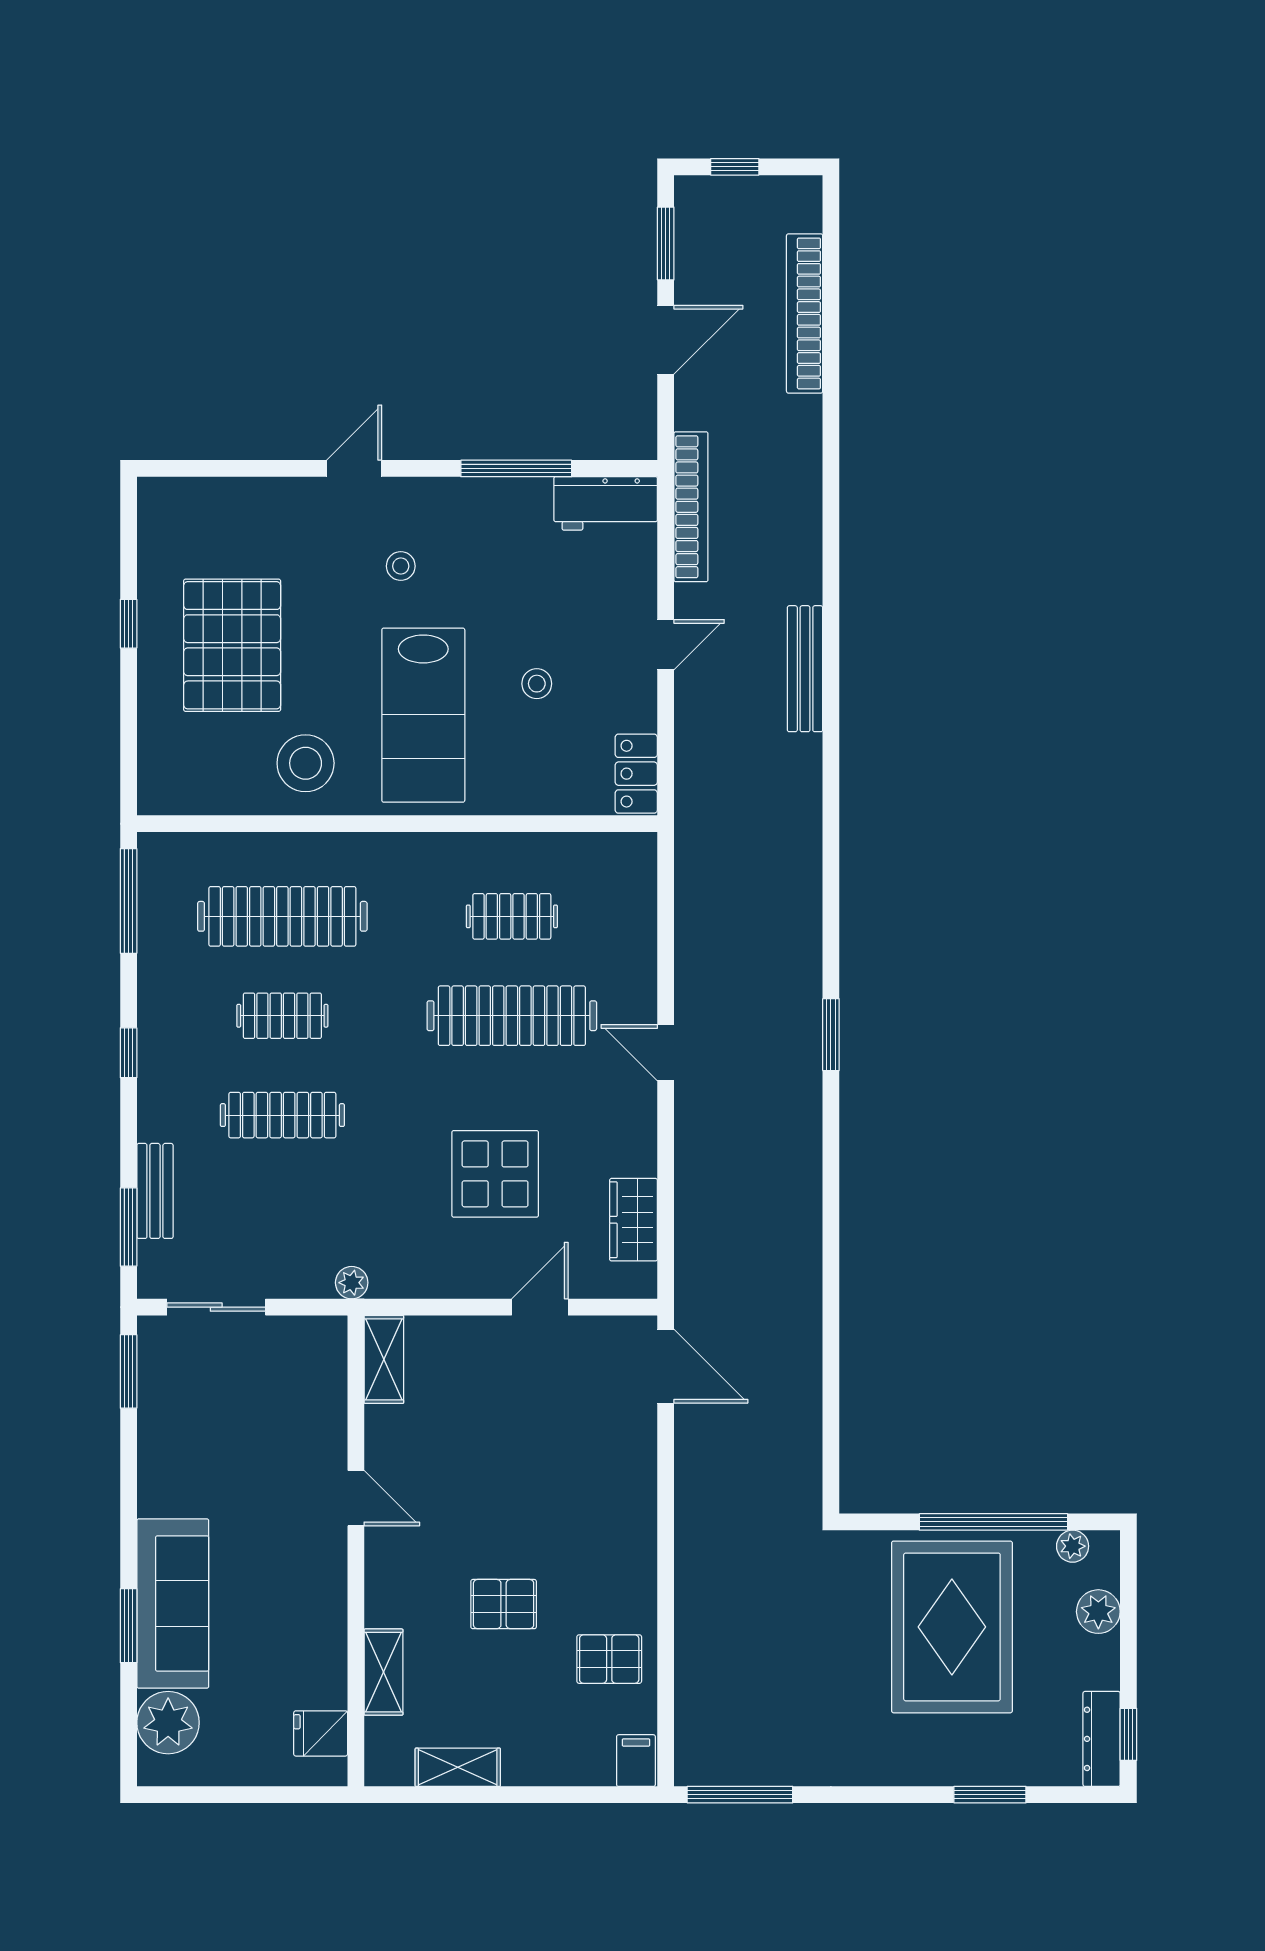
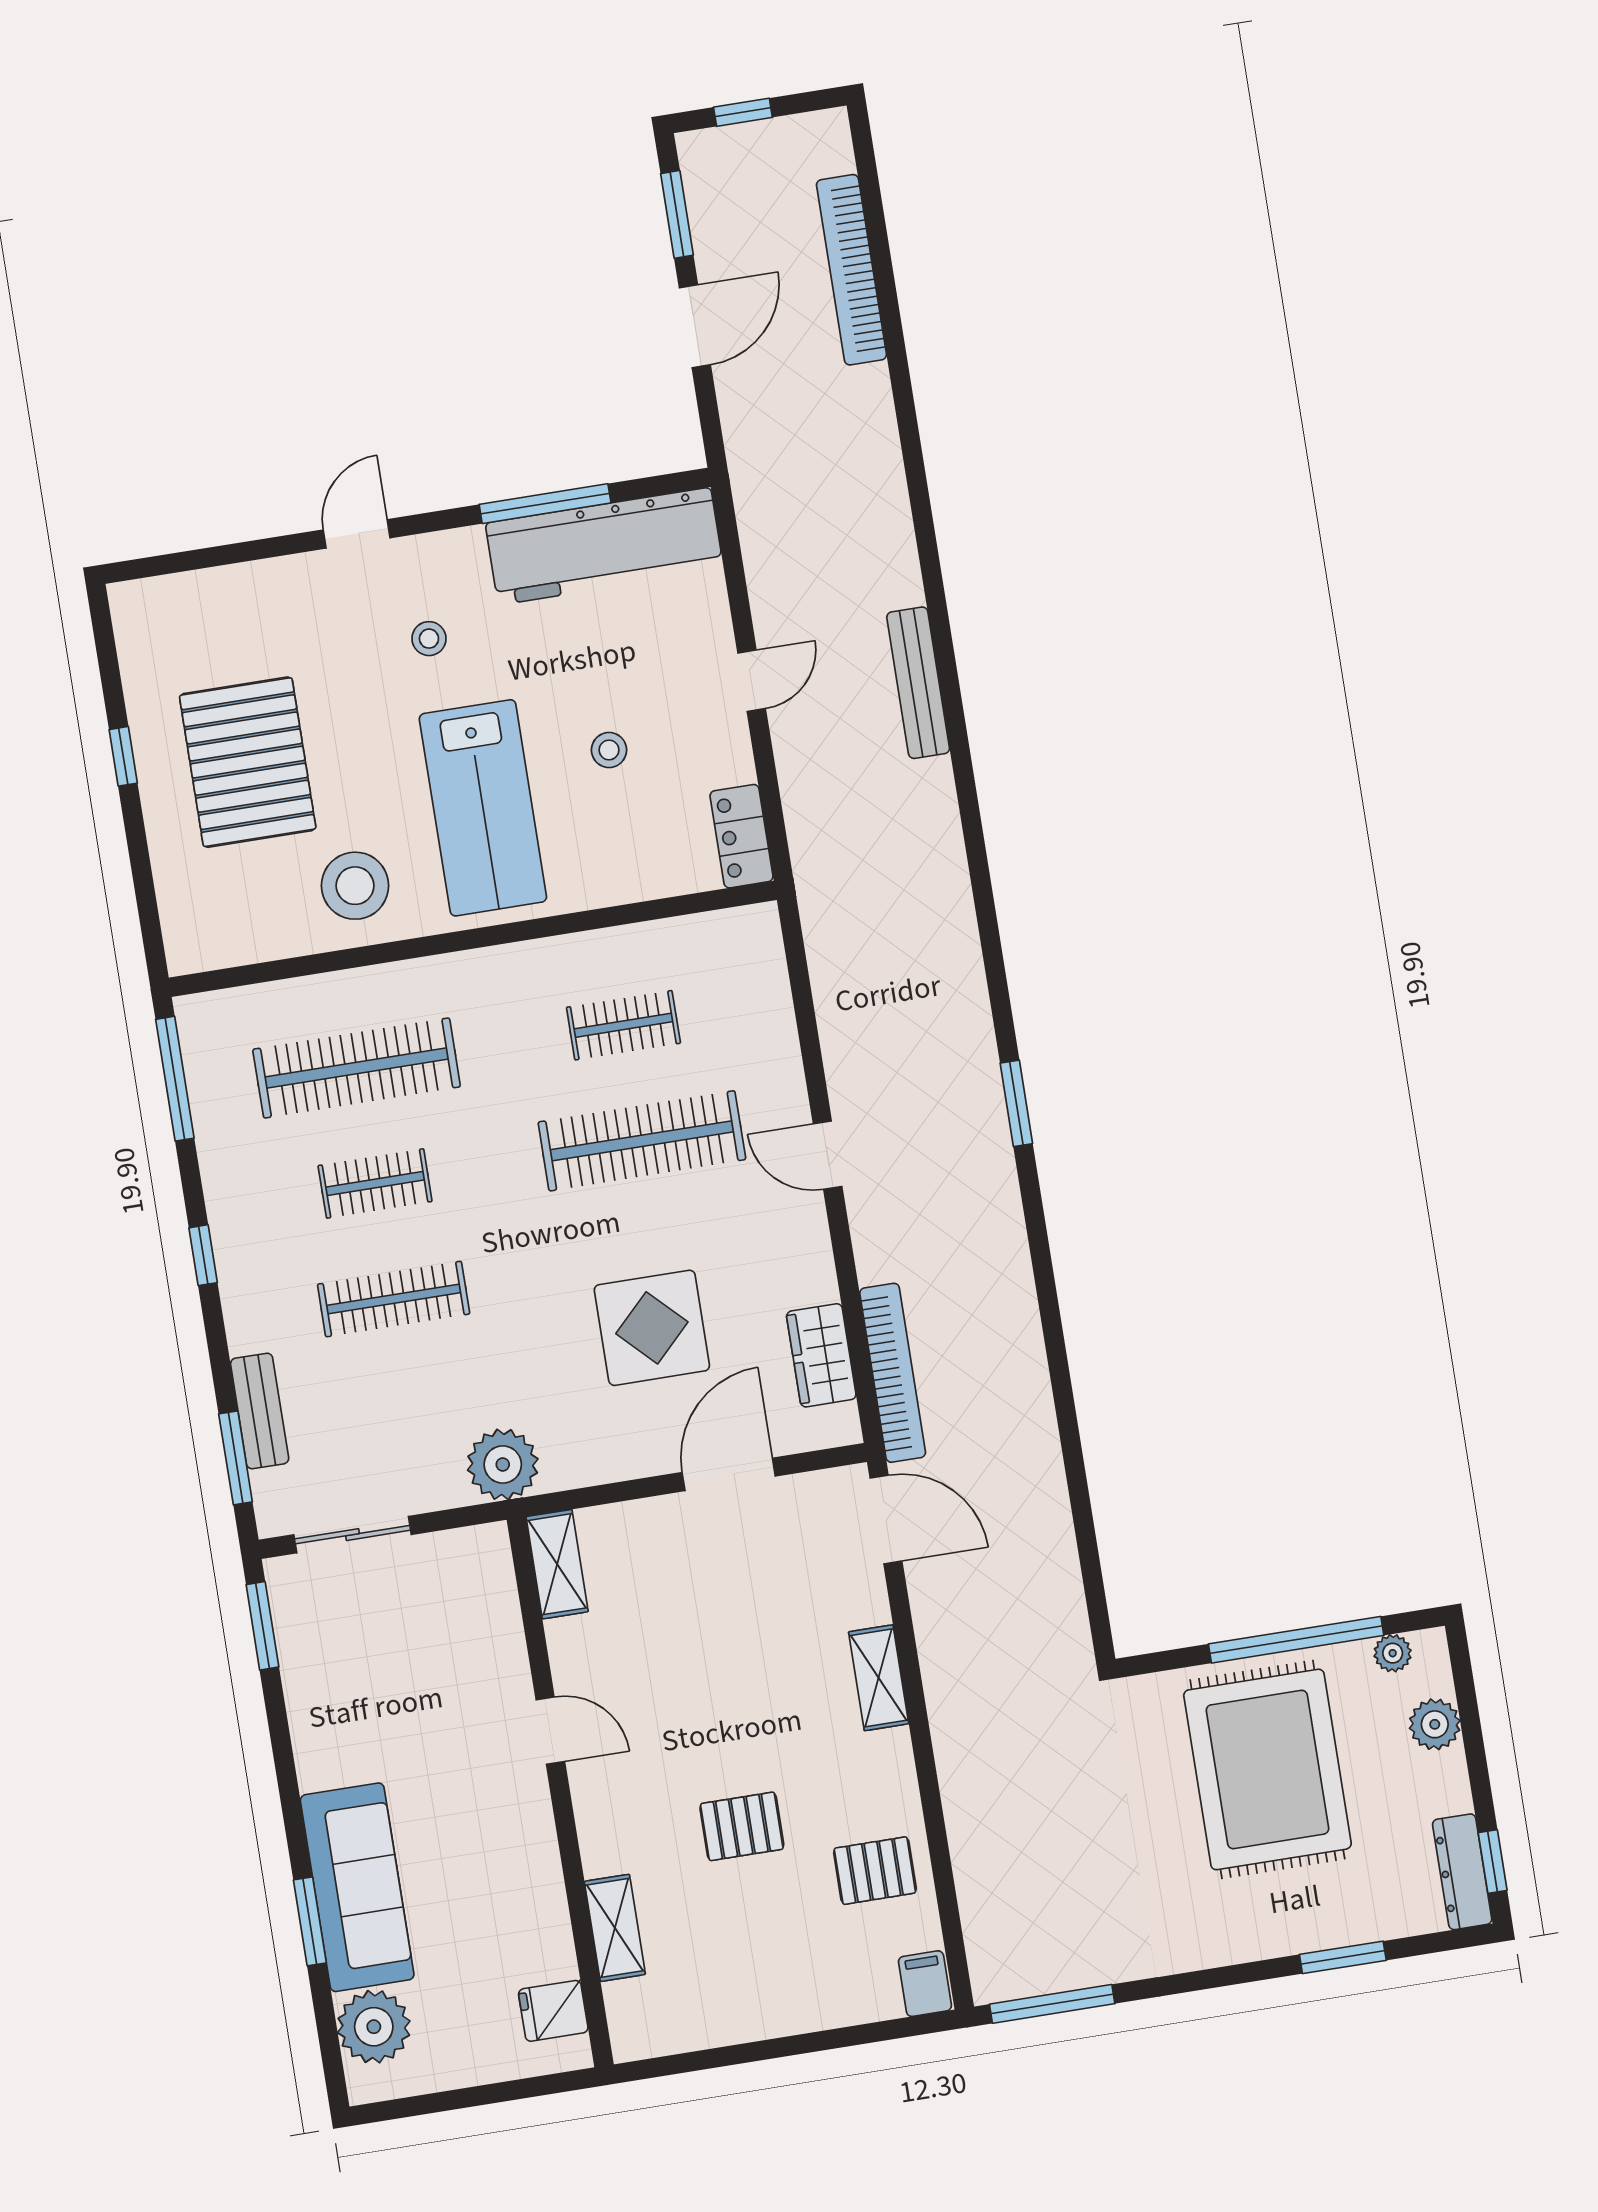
workbench: (606, 503) -> (604, 546), width x1.88, depth x1.32
bookcase: (691, 507) -> (893, 1373), moved
plant: (352, 1283) -> (503, 1464), width x1.87, depth x1.87
door: (540, 1307) -> (729, 1474), width x1.38
shelving: (458, 1767) -> (879, 1678), moved, turned 90

